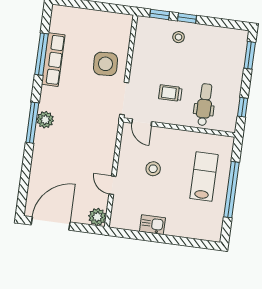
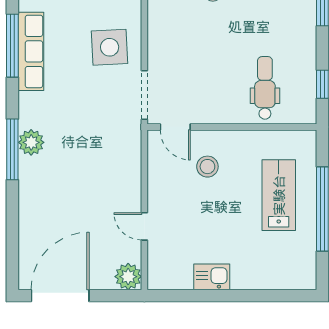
trolley: (170, 93) -> (212, 78), removed
stool: (153, 169) -> (207, 167), moved

